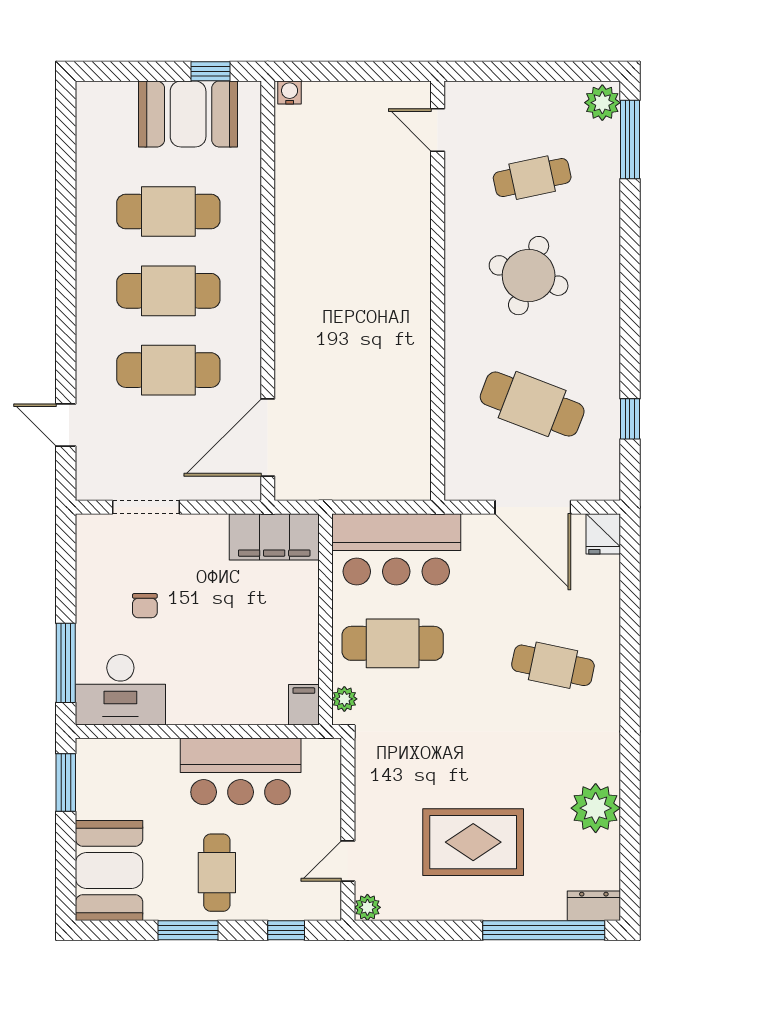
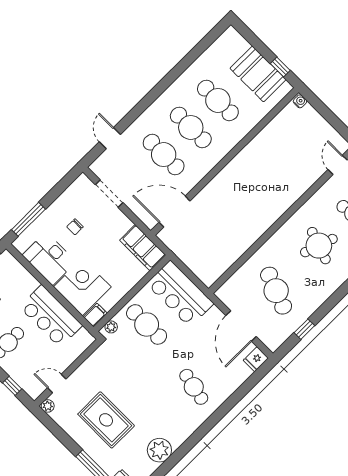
corner desk: (244, 683) -> (82, 287), added
desk: (120, 690) -> (49, 259), moved

